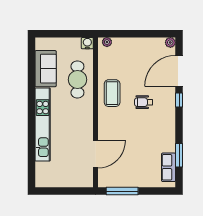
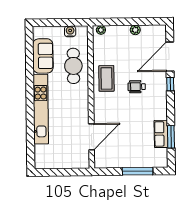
plant: (170, 42) -> (135, 30), moved
water cooler: (87, 43) -> (70, 31), moved
row of seats: (169, 167) -> (161, 134), moved
window: (122, 191) -> (138, 171), moved

